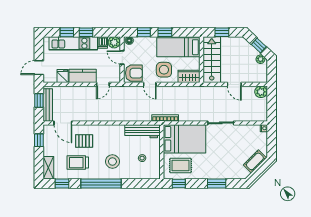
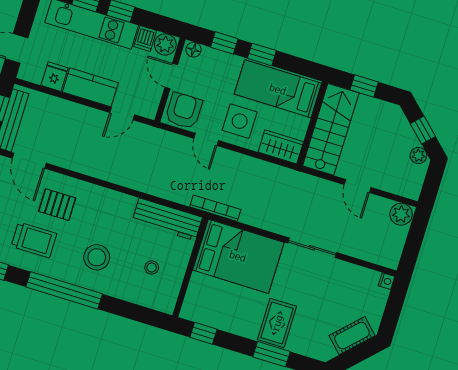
armchair: (134, 73) -> (184, 111), turned -90
trolley: (78, 163) -> (34, 240), turned 180
rug: (181, 165) -> (277, 323), moved, turned 90

